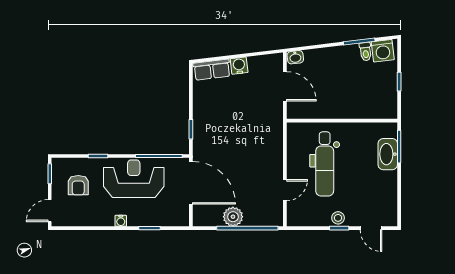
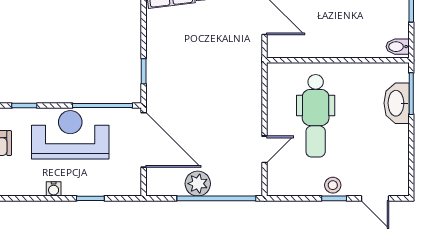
bidet: (388, 110) -> (398, 47), added

